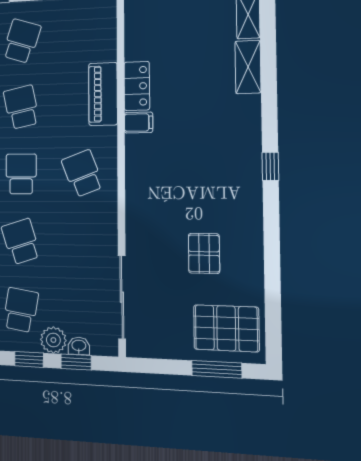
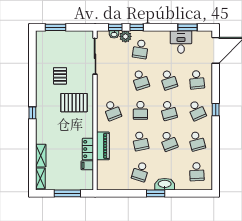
filing cabinet: (139, 123) -> (87, 165), moved
pallet: (226, 328) -> (74, 103), moved

